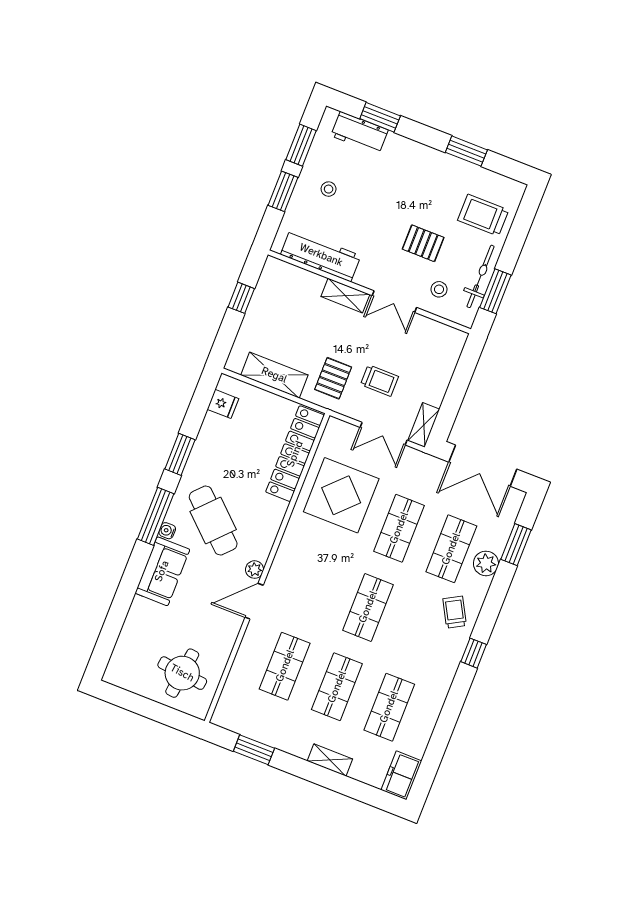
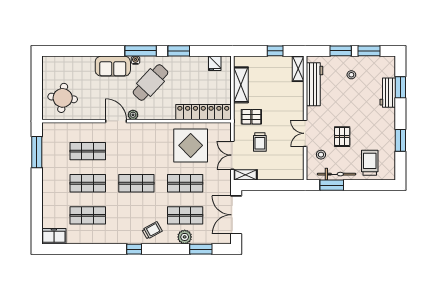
workbench: (359, 133) -> (388, 93), moved
shelving: (345, 296) -> (298, 69), moved
window: (254, 750) -> (37, 152), width x1.44
shelving: (330, 760) -> (47, 195), removed

